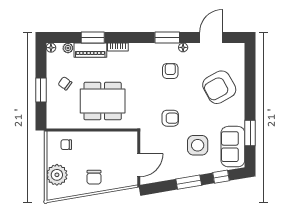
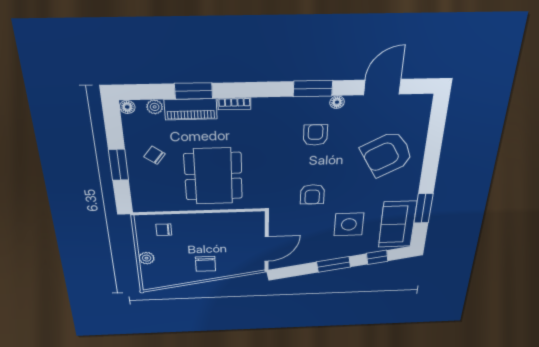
dining table: (103, 101) -> (213, 176), turned 90
armchair: (170, 118) -> (312, 194), turned 90
plant: (57, 175) -> (147, 258), width x0.53, depth x0.53

